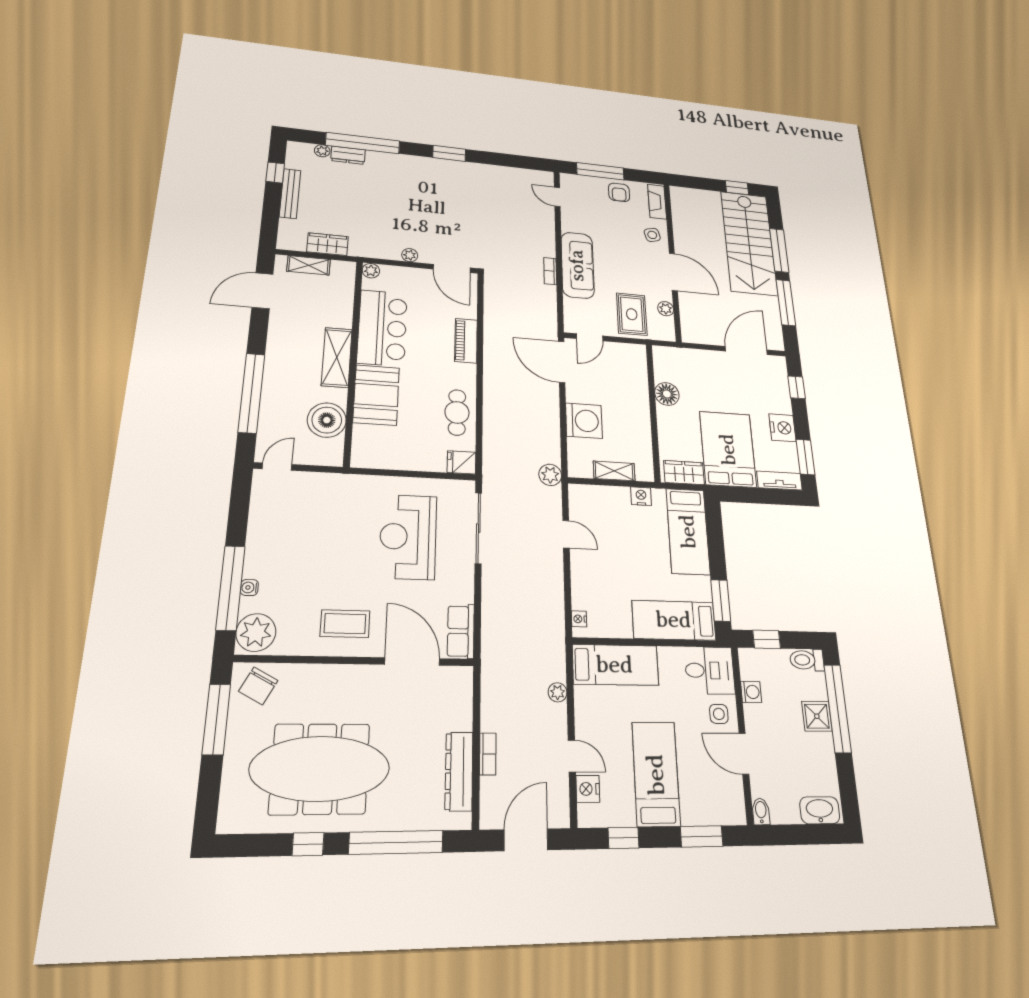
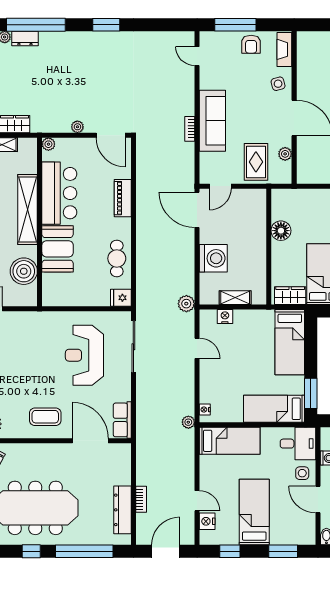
shelving: (337, 357) -> (28, 210), width x1.47
nightstand: (641, 496) -> (225, 317), moved
plant: (558, 692) -> (188, 422), moved

